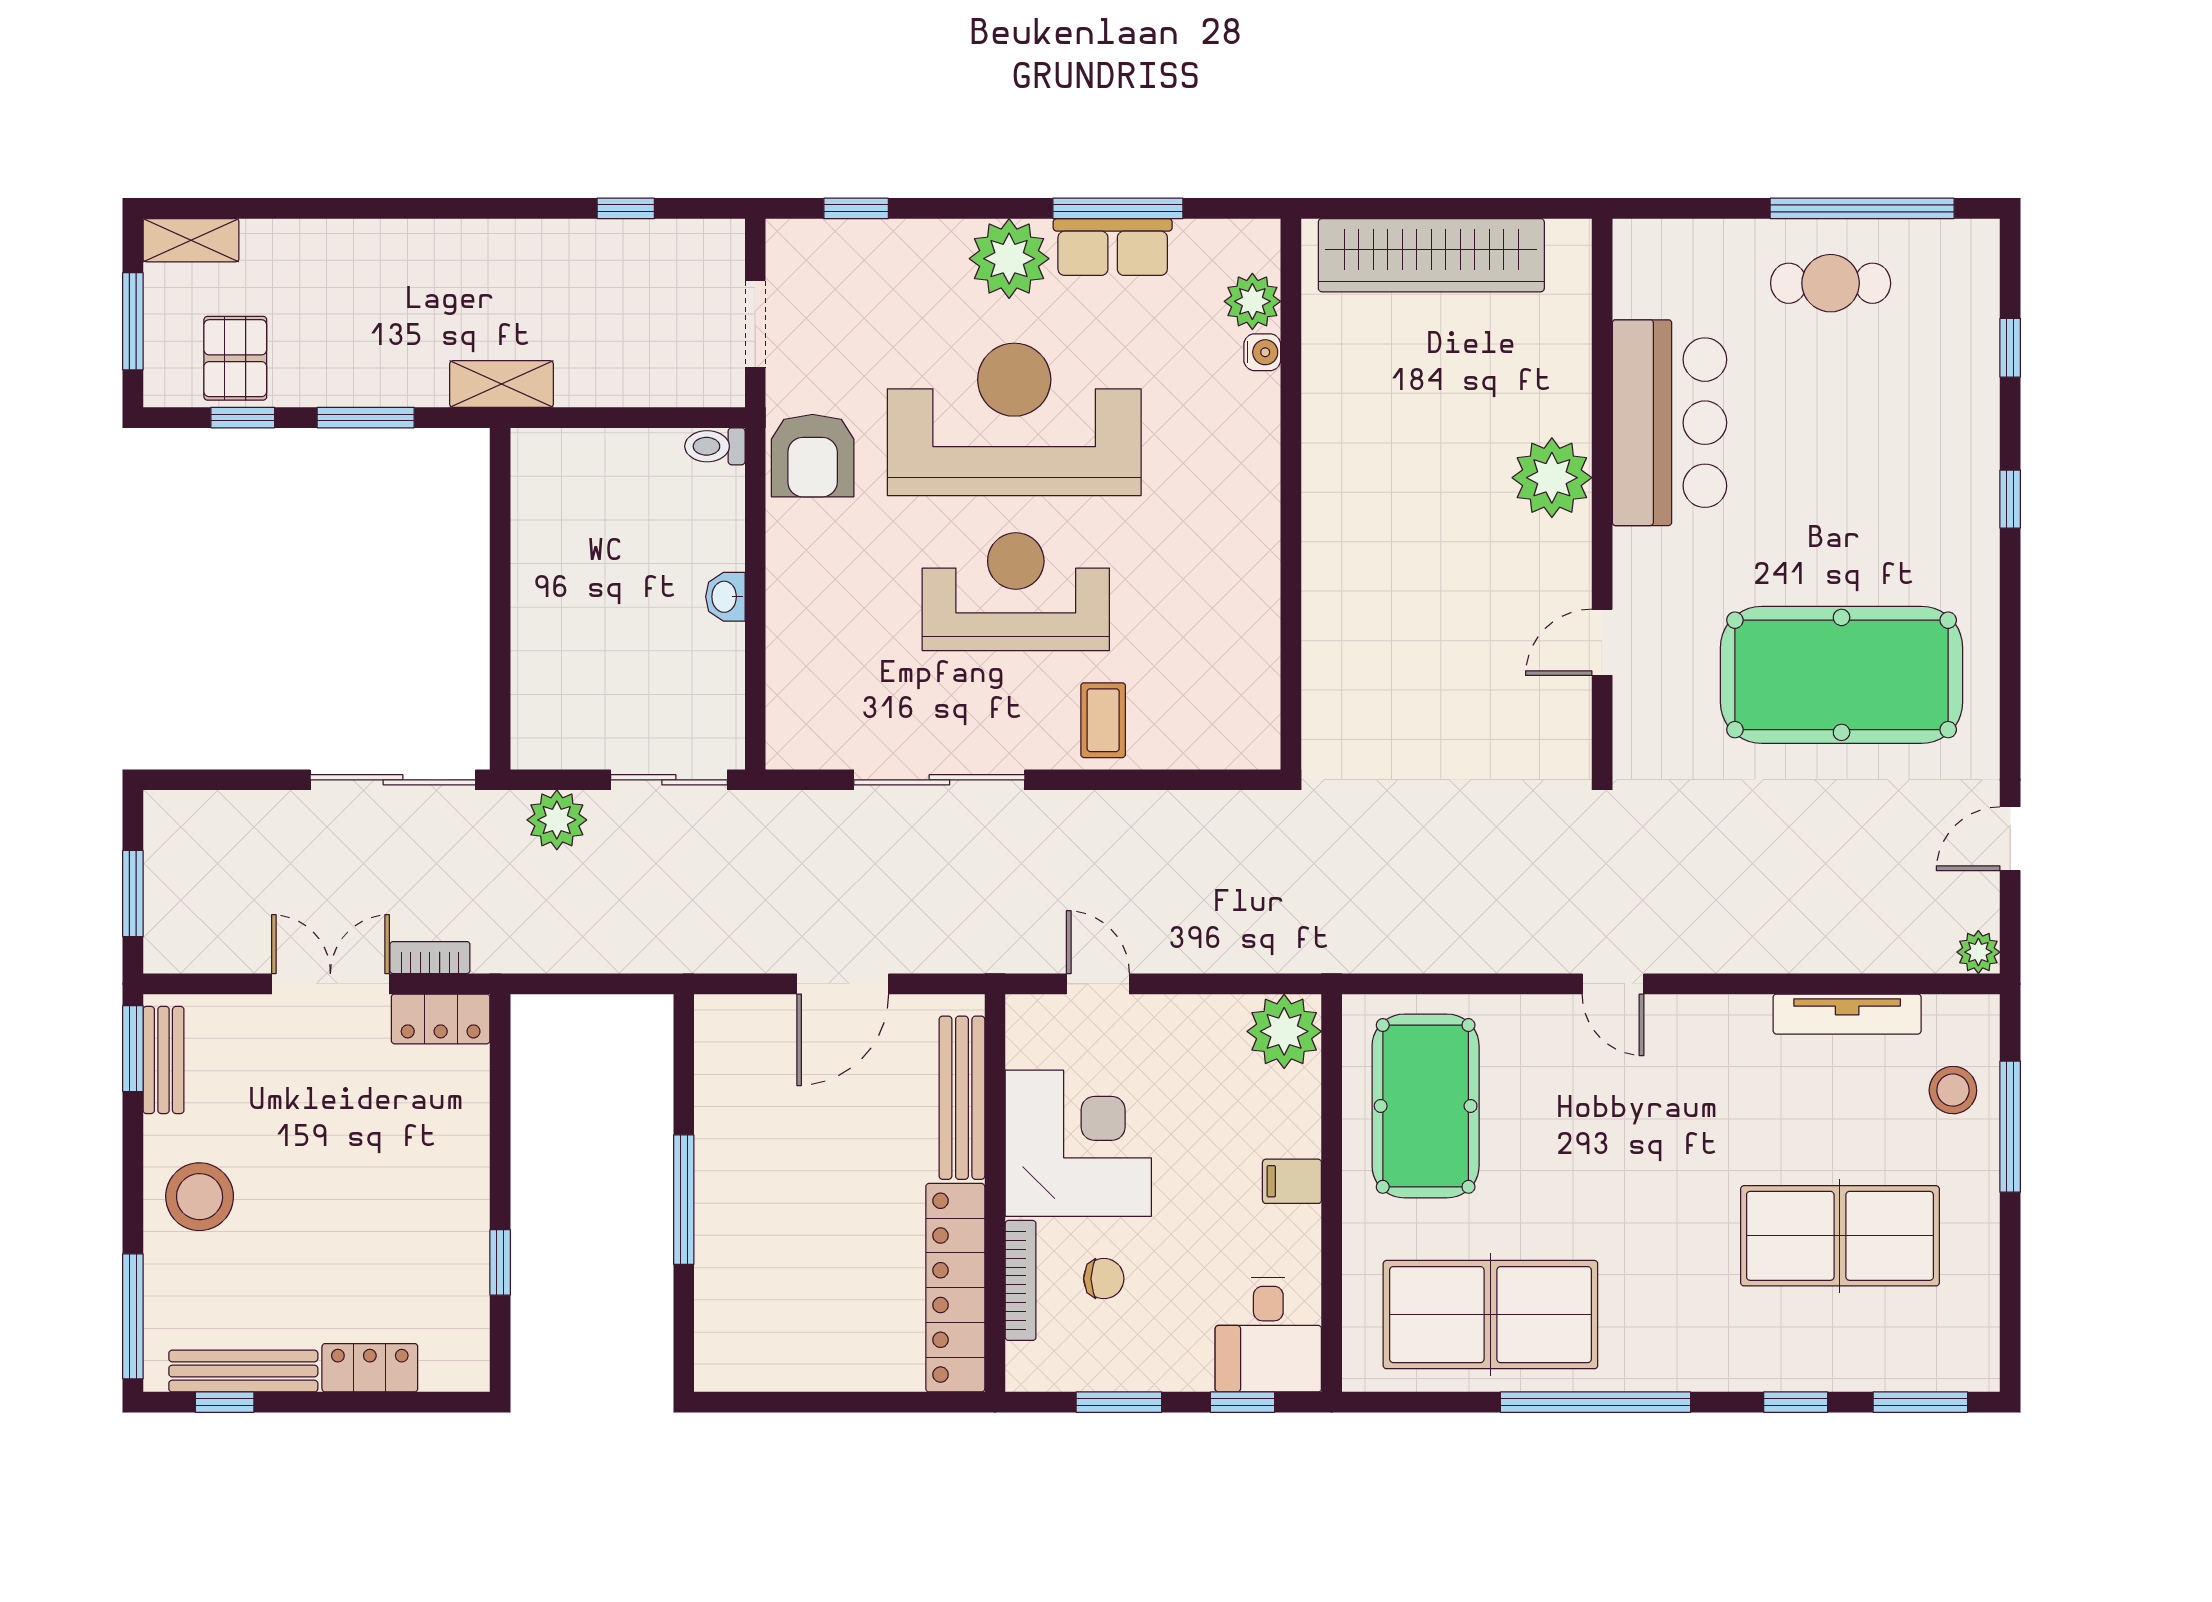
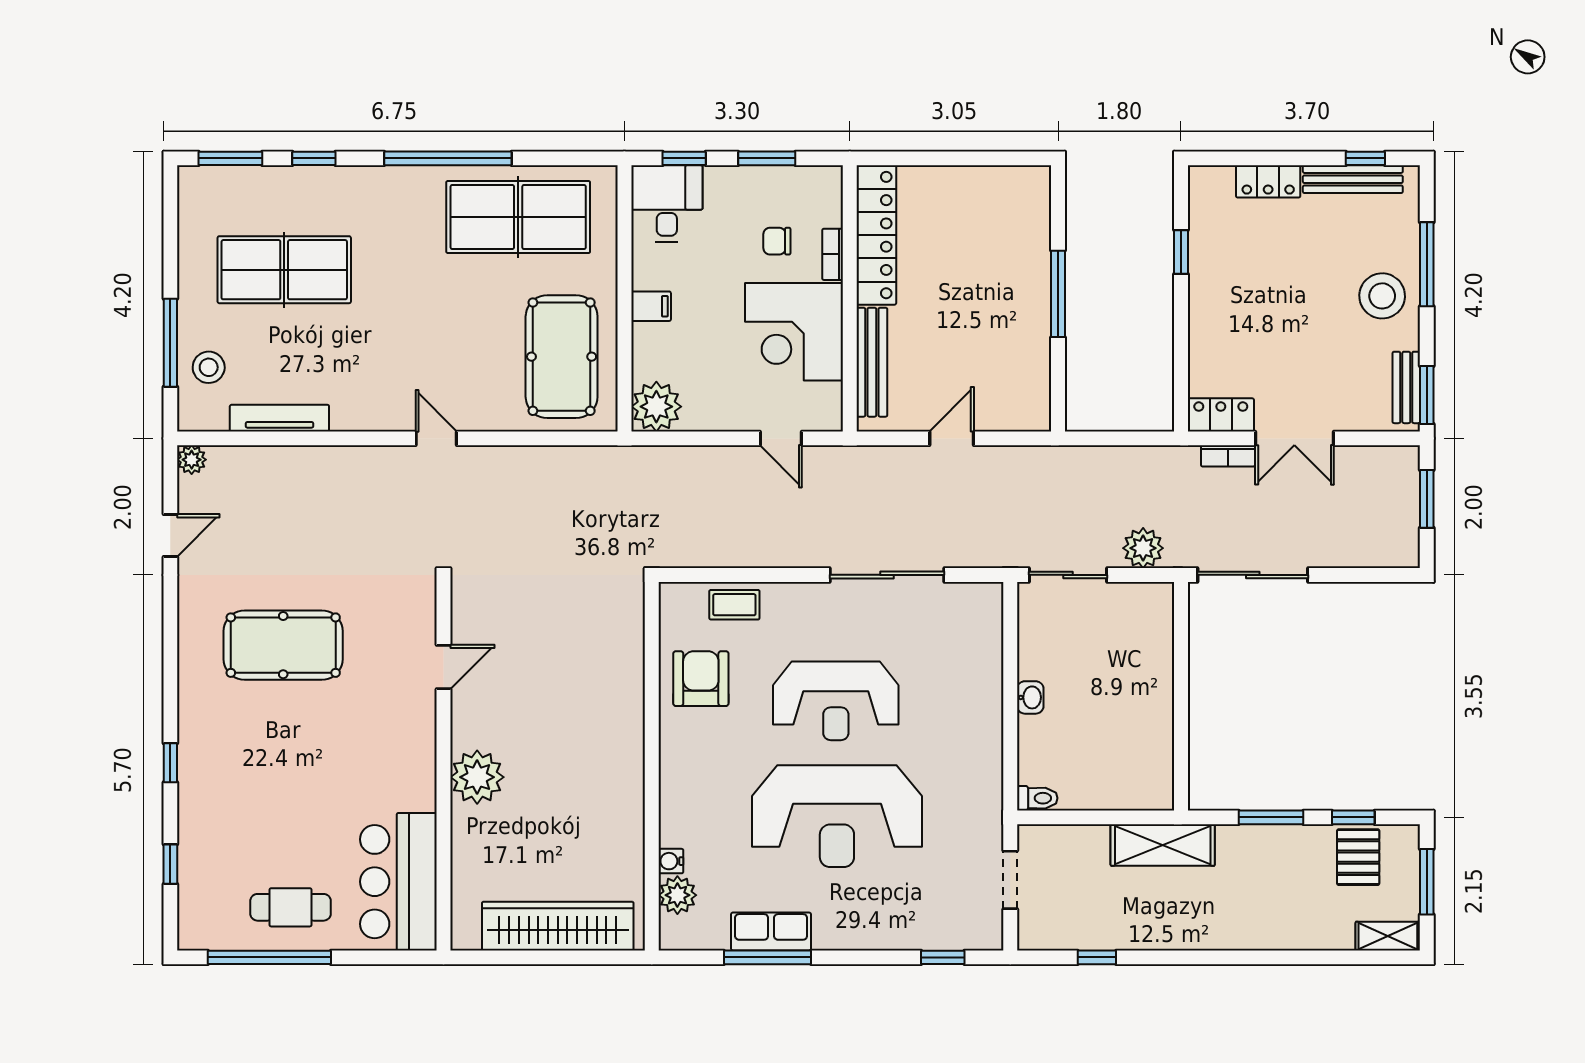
plant: (1009, 259) -> (840, 924), removed
shelving: (502, 384) -> (1163, 845), width x1.50, depth x1.33
bar counter: (1669, 423) -> (398, 882), moved
armchair: (813, 456) -> (701, 679), moved
pool table: (1842, 675) -> (283, 645), width x0.73, depth x0.76
coffee table: (1103, 720) -> (734, 605), moved, turned 90
door: (843, 984) -> (952, 438), width x0.73
bookcase: (1021, 1280) -> (833, 254), width x0.64
window: (133, 1316) -> (1427, 264), moved

